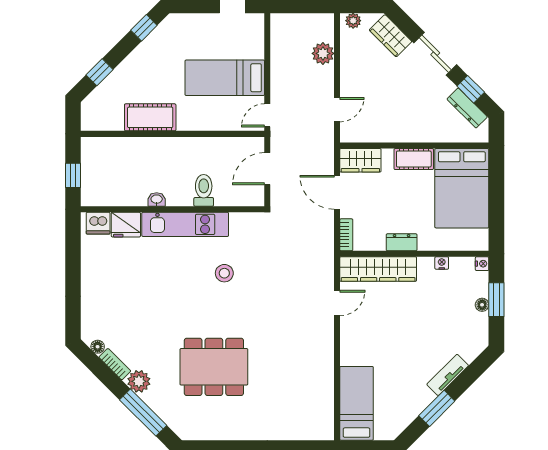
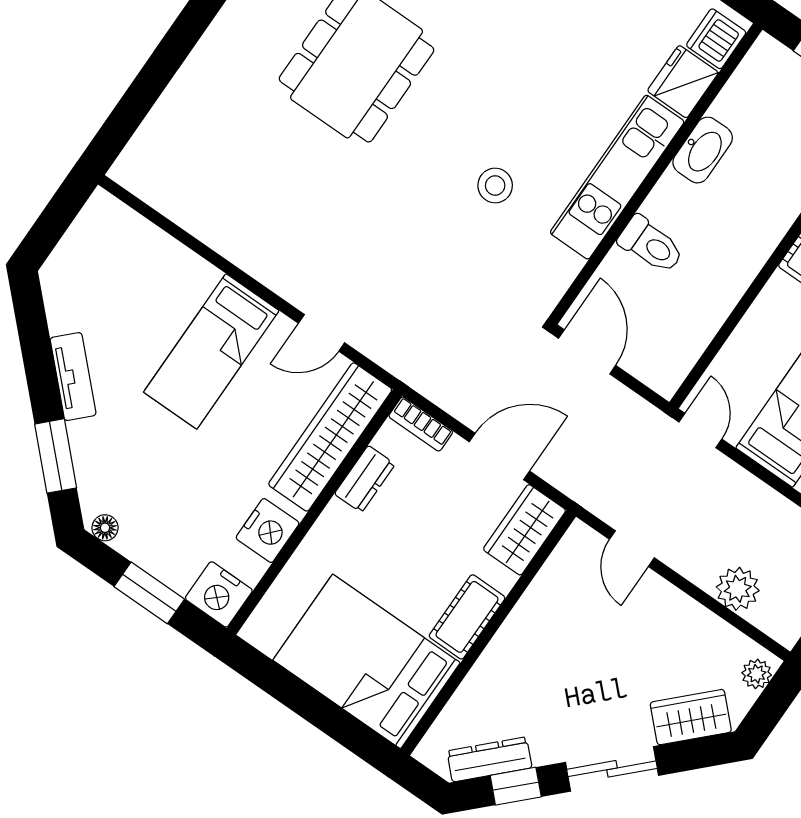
door: (267, 169) -> (587, 352), moved
washbasin: (157, 199) -> (703, 150), width x1.91, depth x1.45
dresser: (402, 242) -> (365, 479), moved
nightstand: (442, 263) -> (268, 531), width x1.89, depth x1.79
nightstand: (482, 264) -> (219, 594), width x1.89, depth x1.79
door: (337, 303) -> (322, 333), hinge flipped
floor lamp: (482, 305) -> (105, 528), moved
tv unit: (448, 375) -> (73, 377), moved
bed: (356, 403) -> (211, 351), moved, turned 90
window: (437, 408) -> (56, 456), moved

